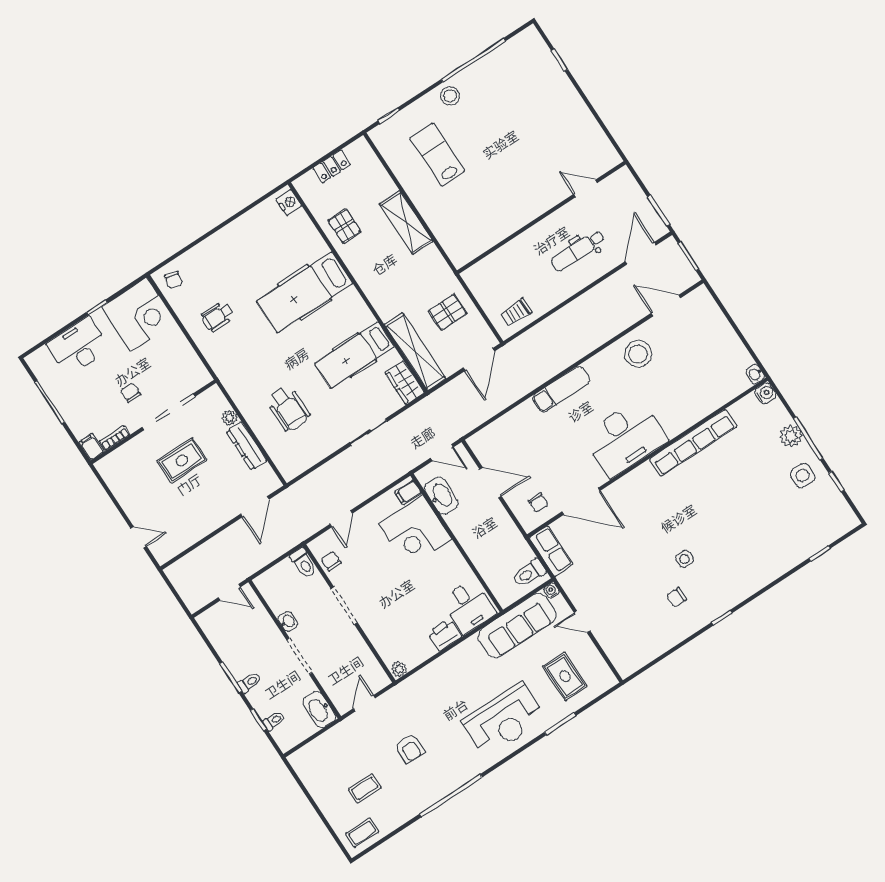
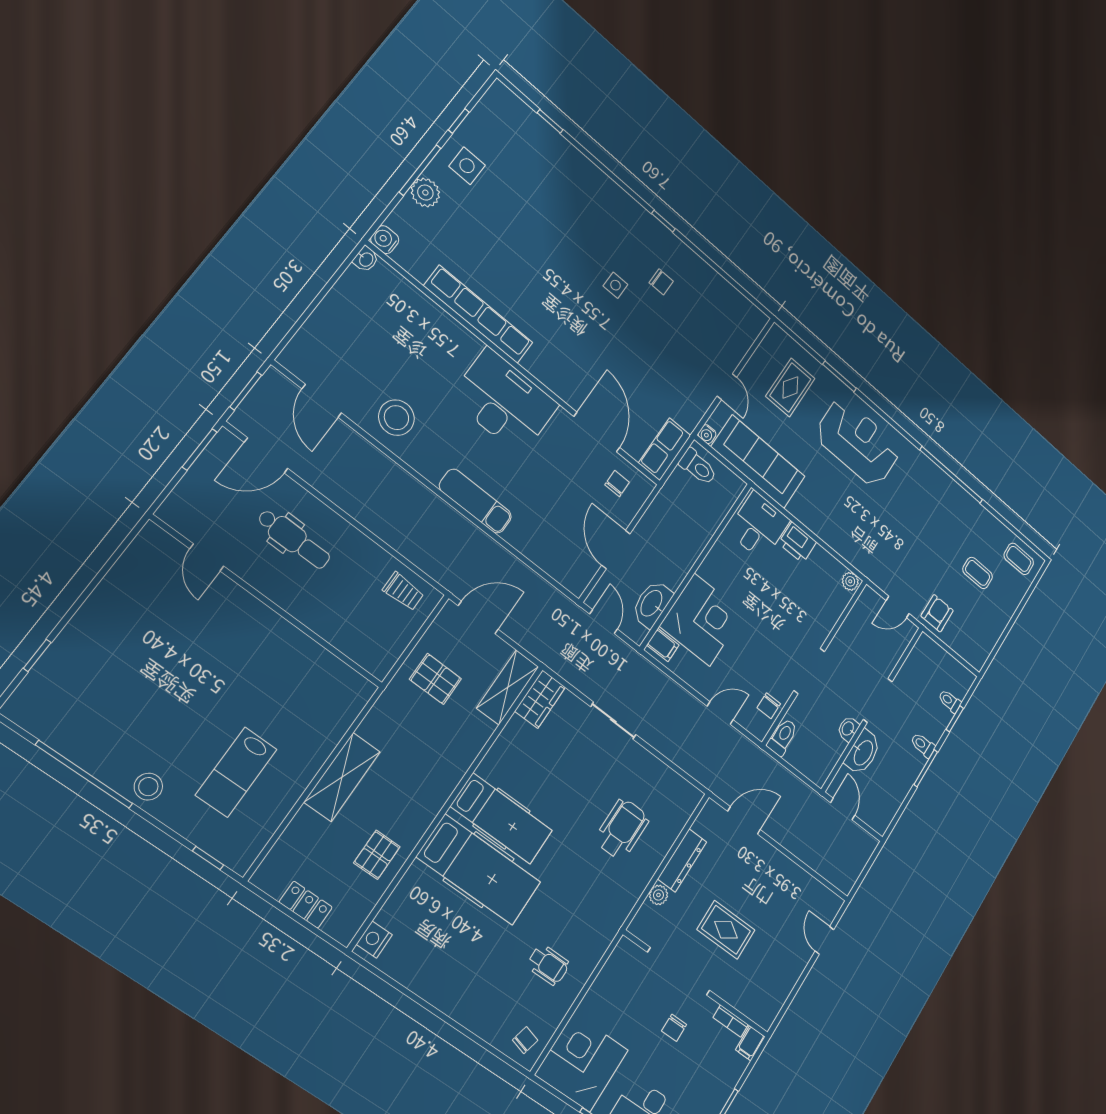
shelving: (415, 352) -> (508, 687), width x0.68
hospital bed: (354, 355) -> (502, 819), moved
washbasin: (319, 710) -> (863, 752), moved
armchair: (410, 749) -> (937, 613), moved

